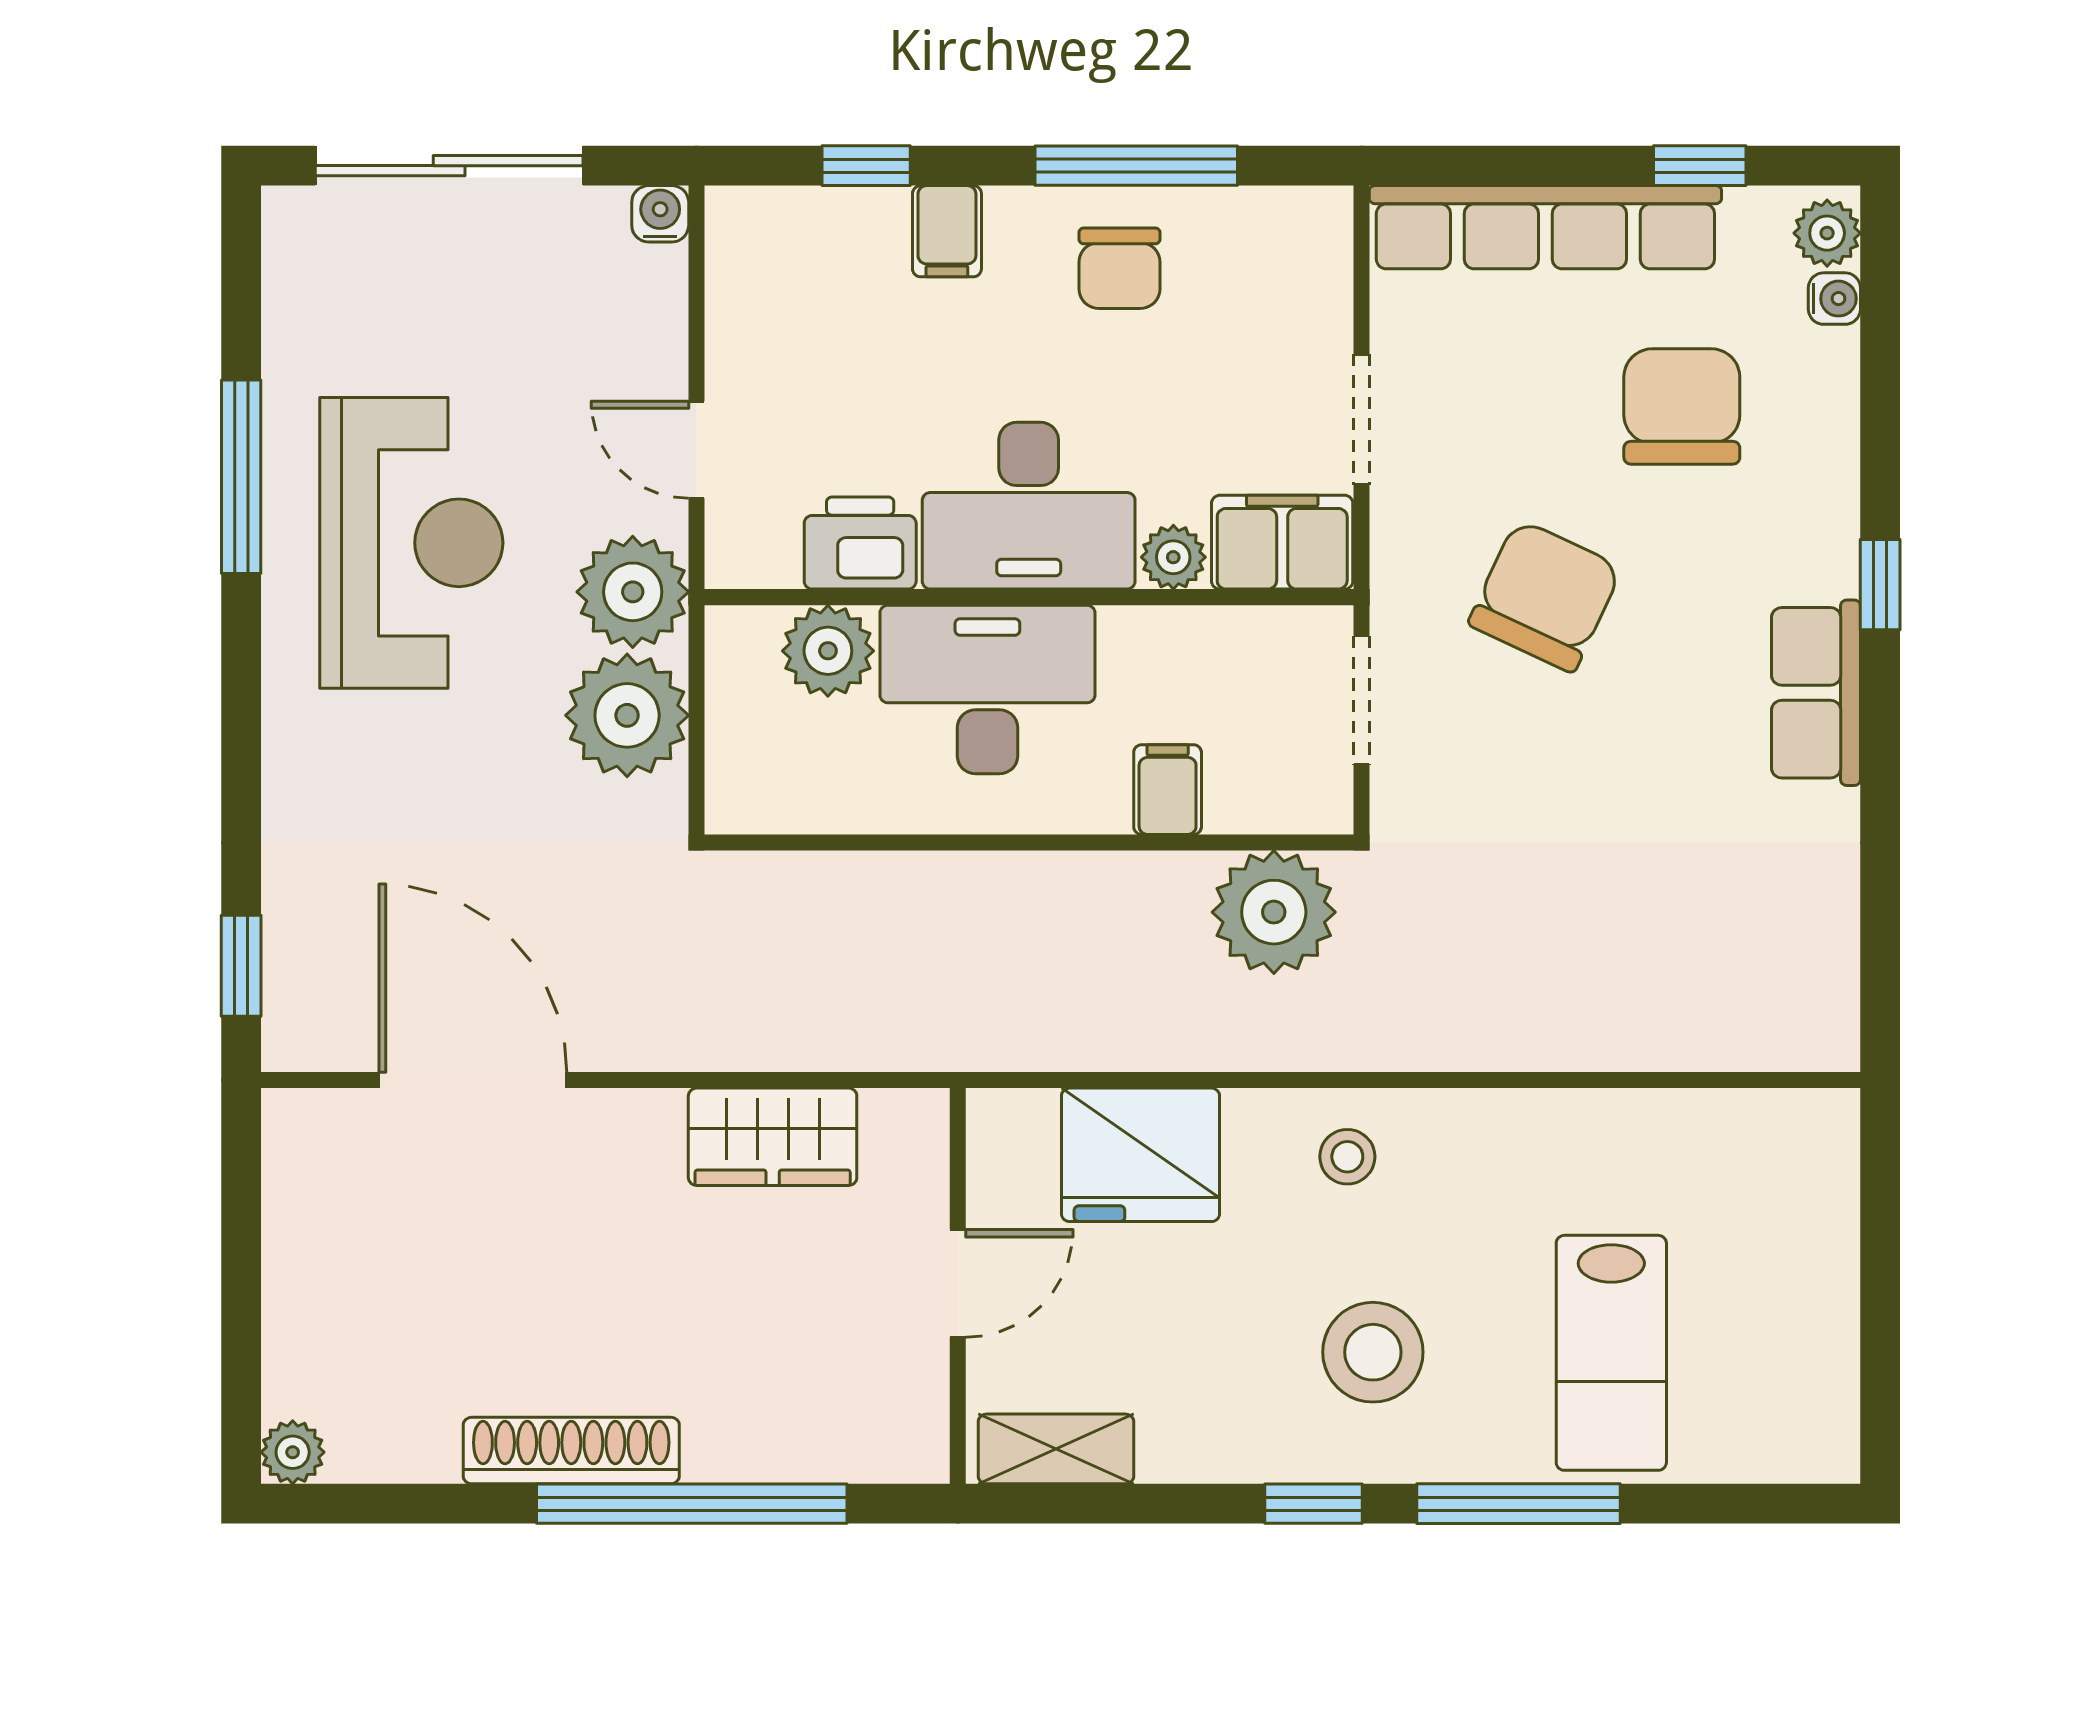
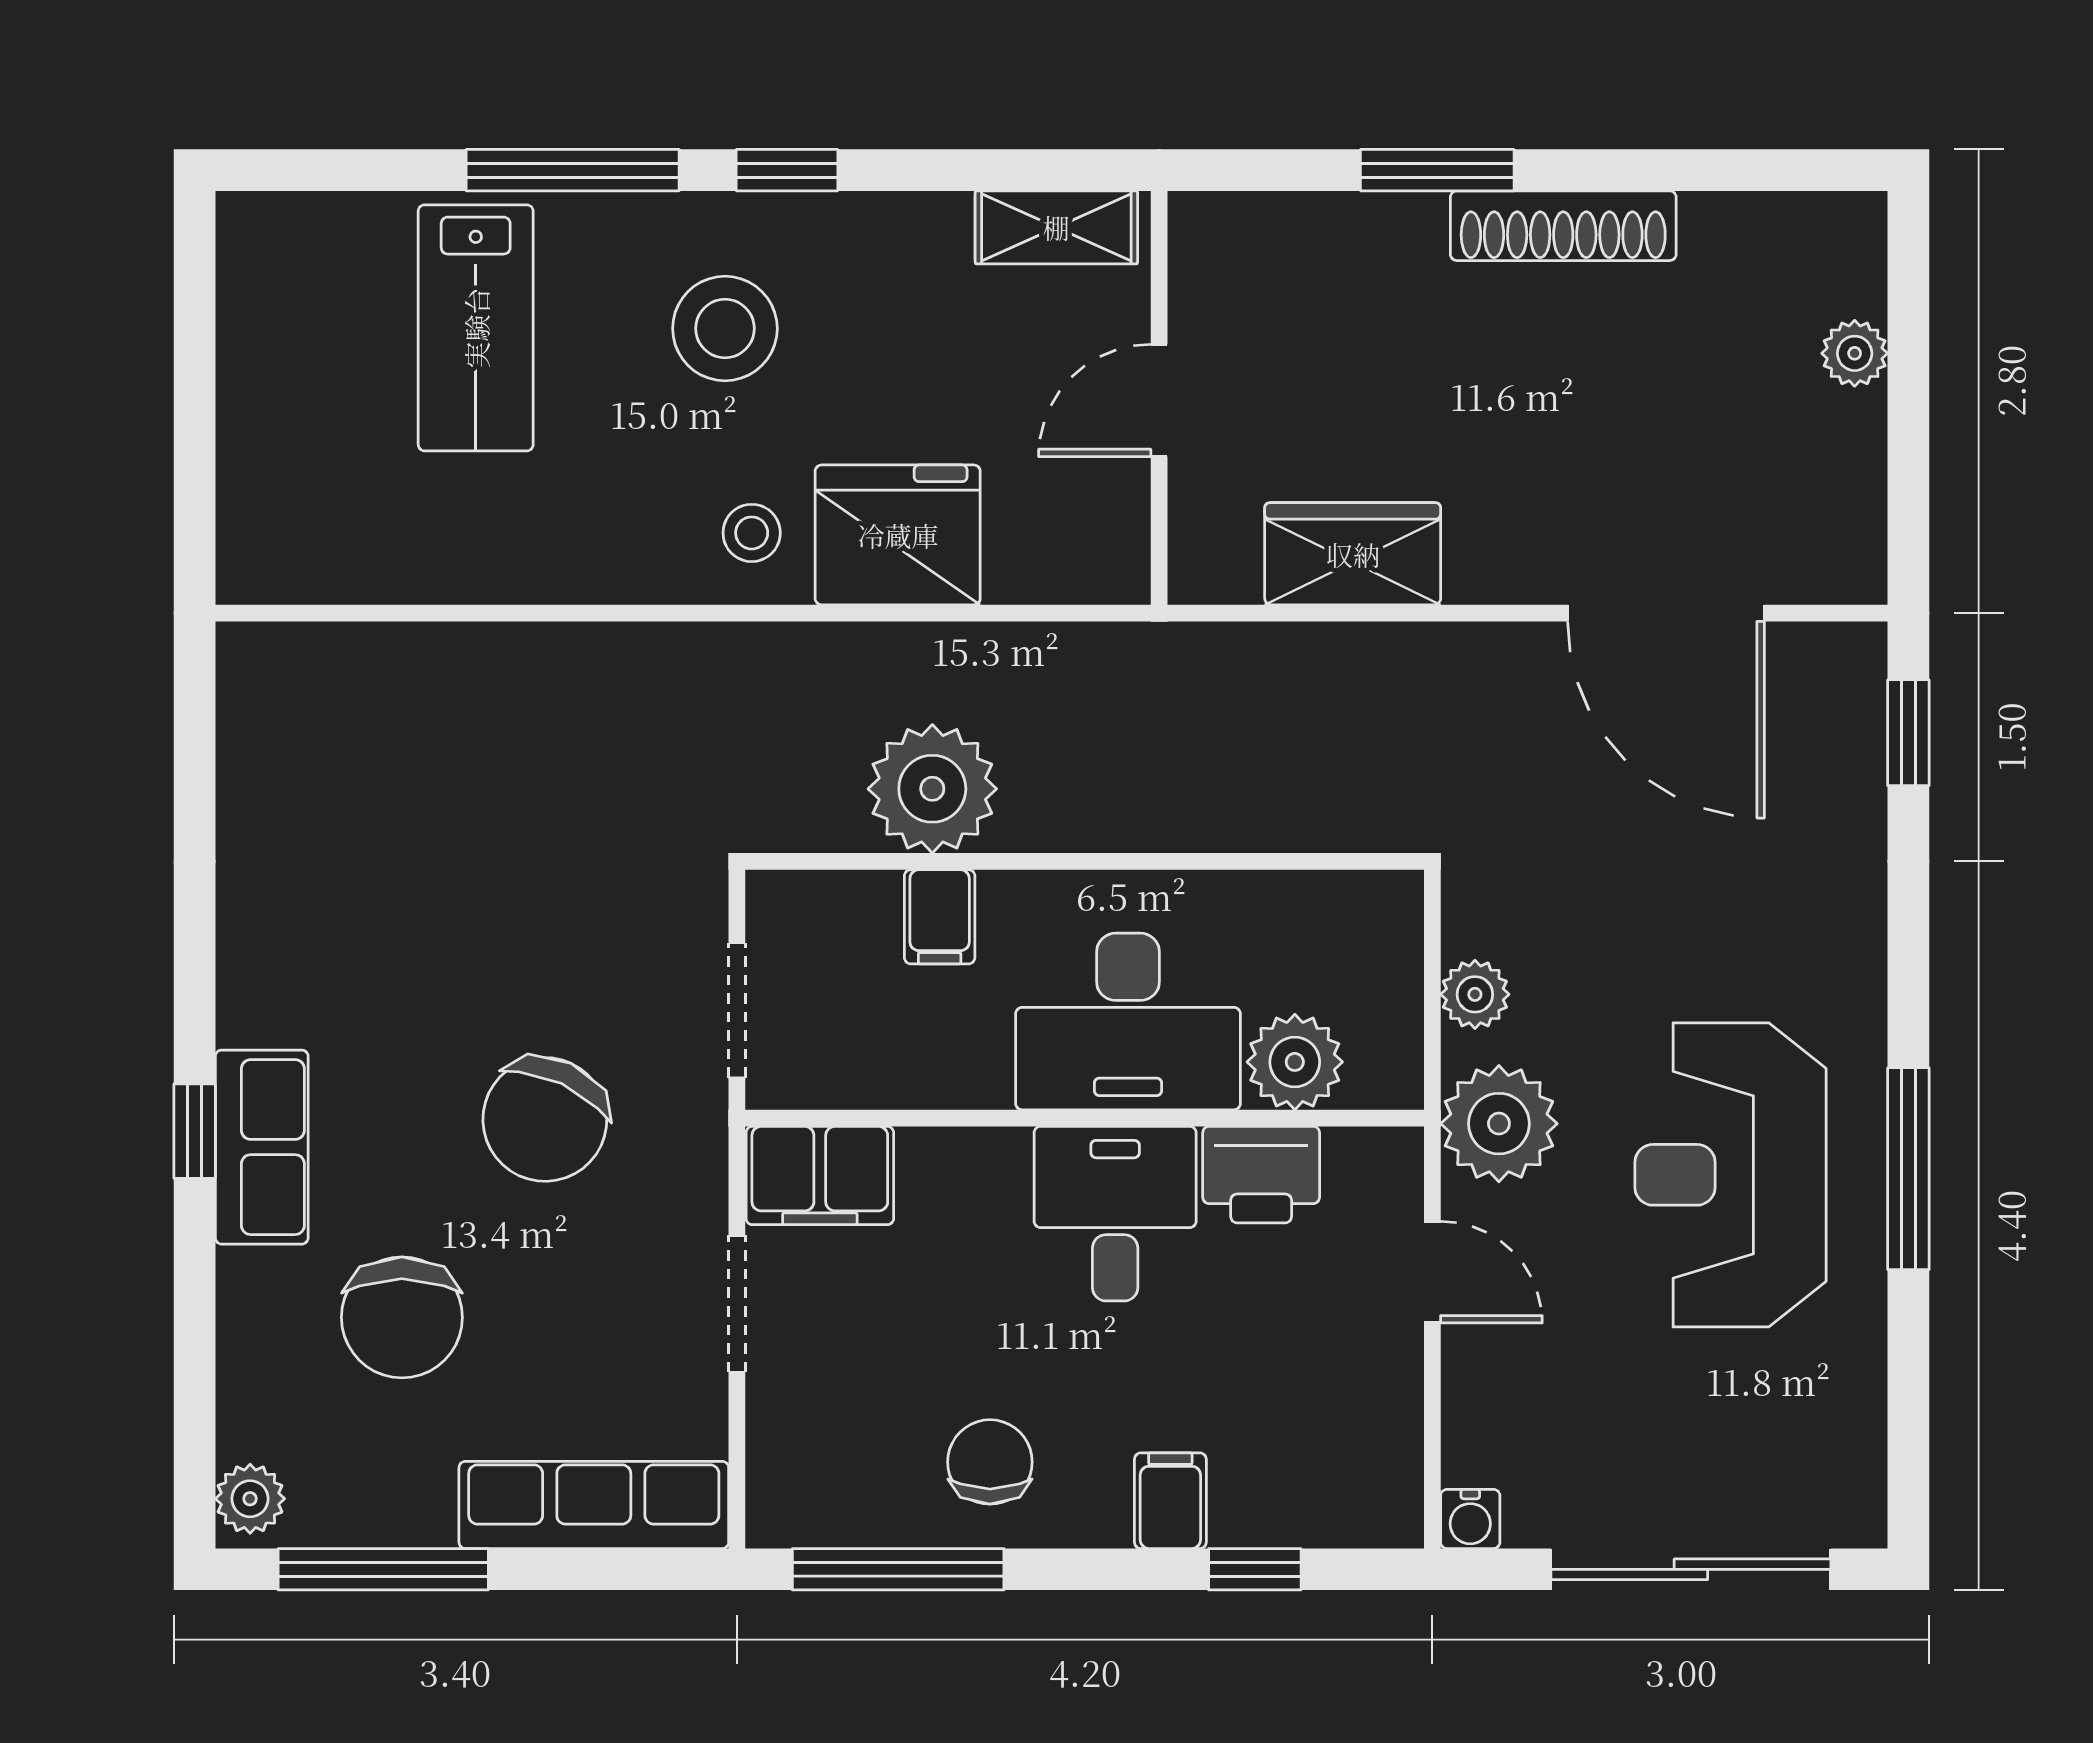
window: (1136, 166) -> (898, 1569), moved
window: (1700, 166) -> (383, 1569), width x2.17
row of seats: (1545, 227) -> (594, 1505), width x0.73
water cooler: (1834, 299) -> (242, 1430), removed
window: (241, 477) -> (1908, 1169), moved
desk: (1029, 506) -> (1115, 1214), width x0.73
plant: (1173, 557) -> (934, 1160), removed
row of seats: (1816, 693) -> (262, 1147), moved
plant: (627, 715) -> (1475, 994), width x0.53, depth x0.53
plant: (1274, 912) -> (932, 789), moved
fridge: (1141, 1155) -> (898, 535), moved
lab bench: (1611, 1353) -> (476, 328), turned 180
plant: (293, 1452) -> (1855, 353), moved
window: (692, 1504) -> (1437, 170), width x0.47

